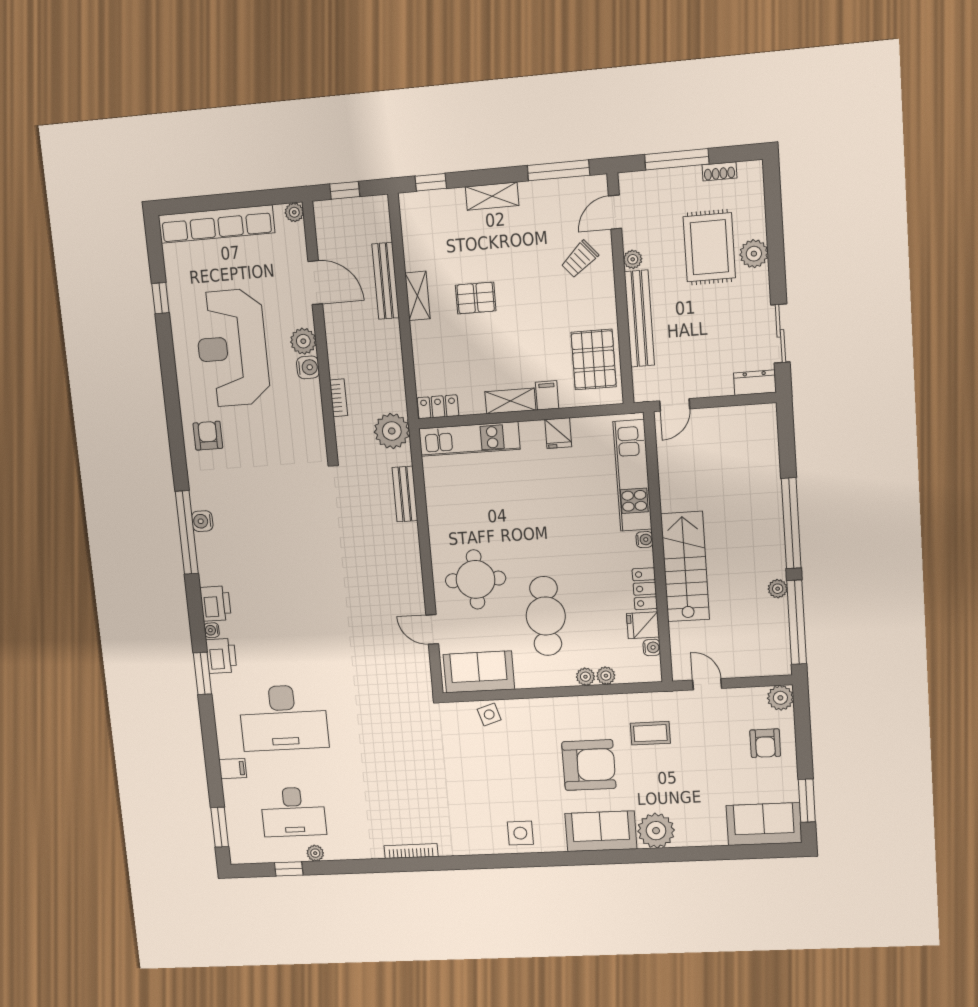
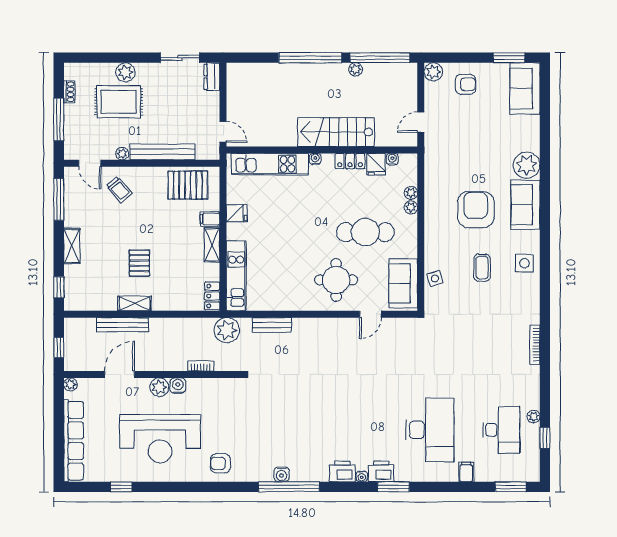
coffee table: (650, 733) -> (482, 268), moved

